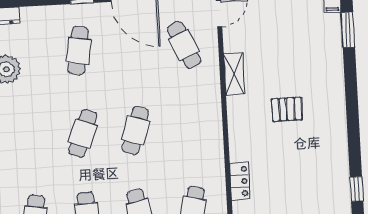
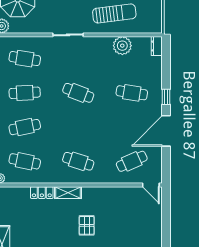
shelving: (234, 74) -> (68, 193), moved
cafe table: (136, 131) -> (78, 161), moved

